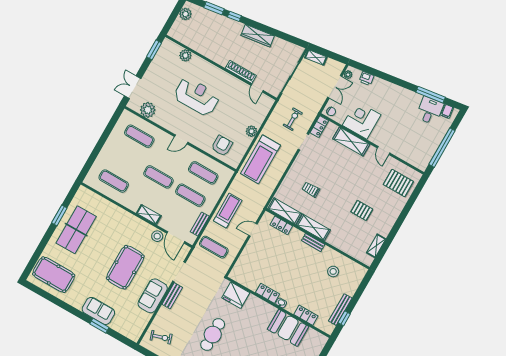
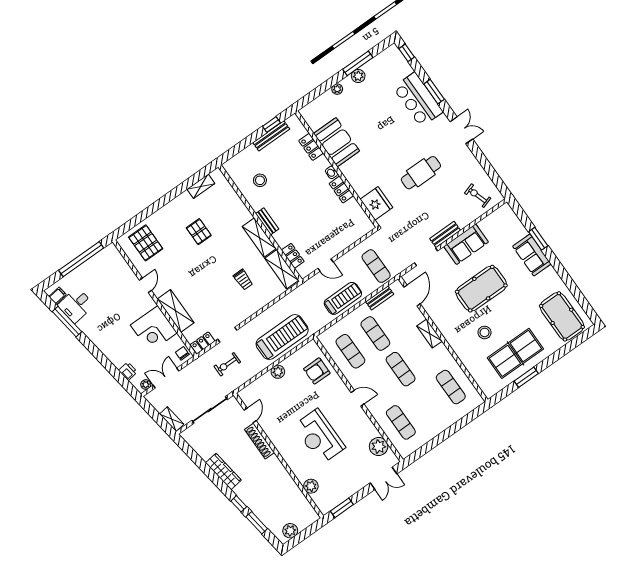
treadmill: (228, 211) -> (343, 298), turned 180
stool: (157, 236) -> (485, 332), moved

